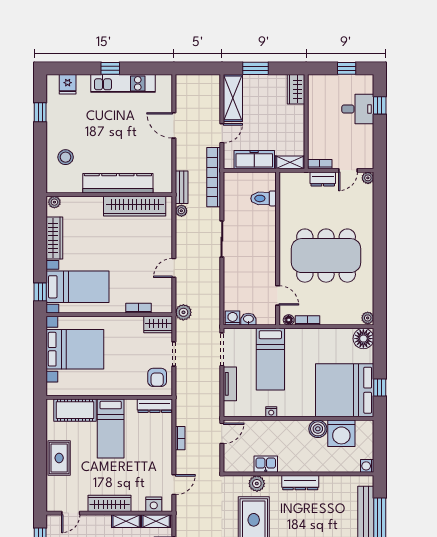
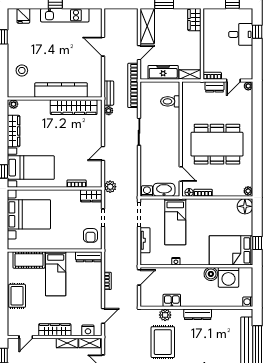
washbasin: (248, 319) -> (164, 190), width x1.91, depth x1.45
bed: (345, 390) -> (231, 250), width x0.73

